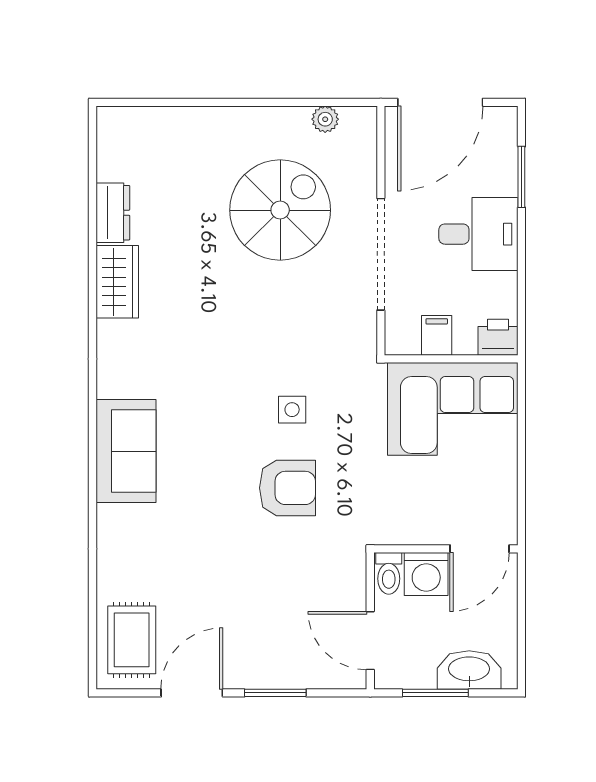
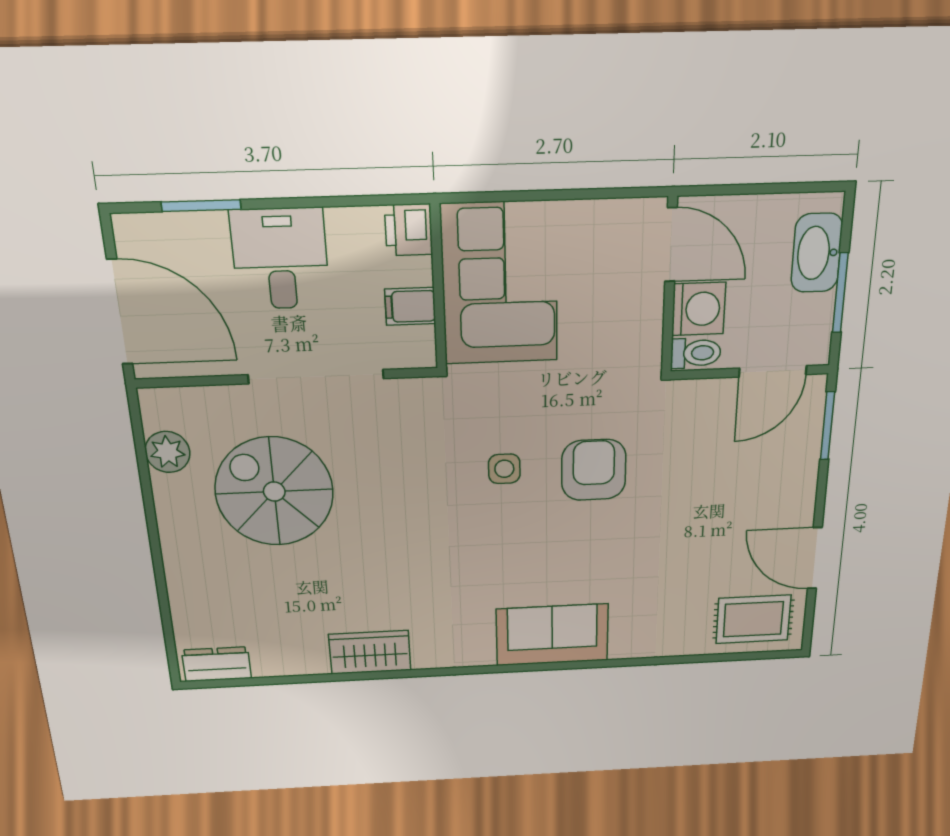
plant: (325, 119) -> (167, 452), width x1.38, depth x1.38
dresser: (113, 213) -> (217, 664), moved
window: (275, 693) -> (827, 426), moved

